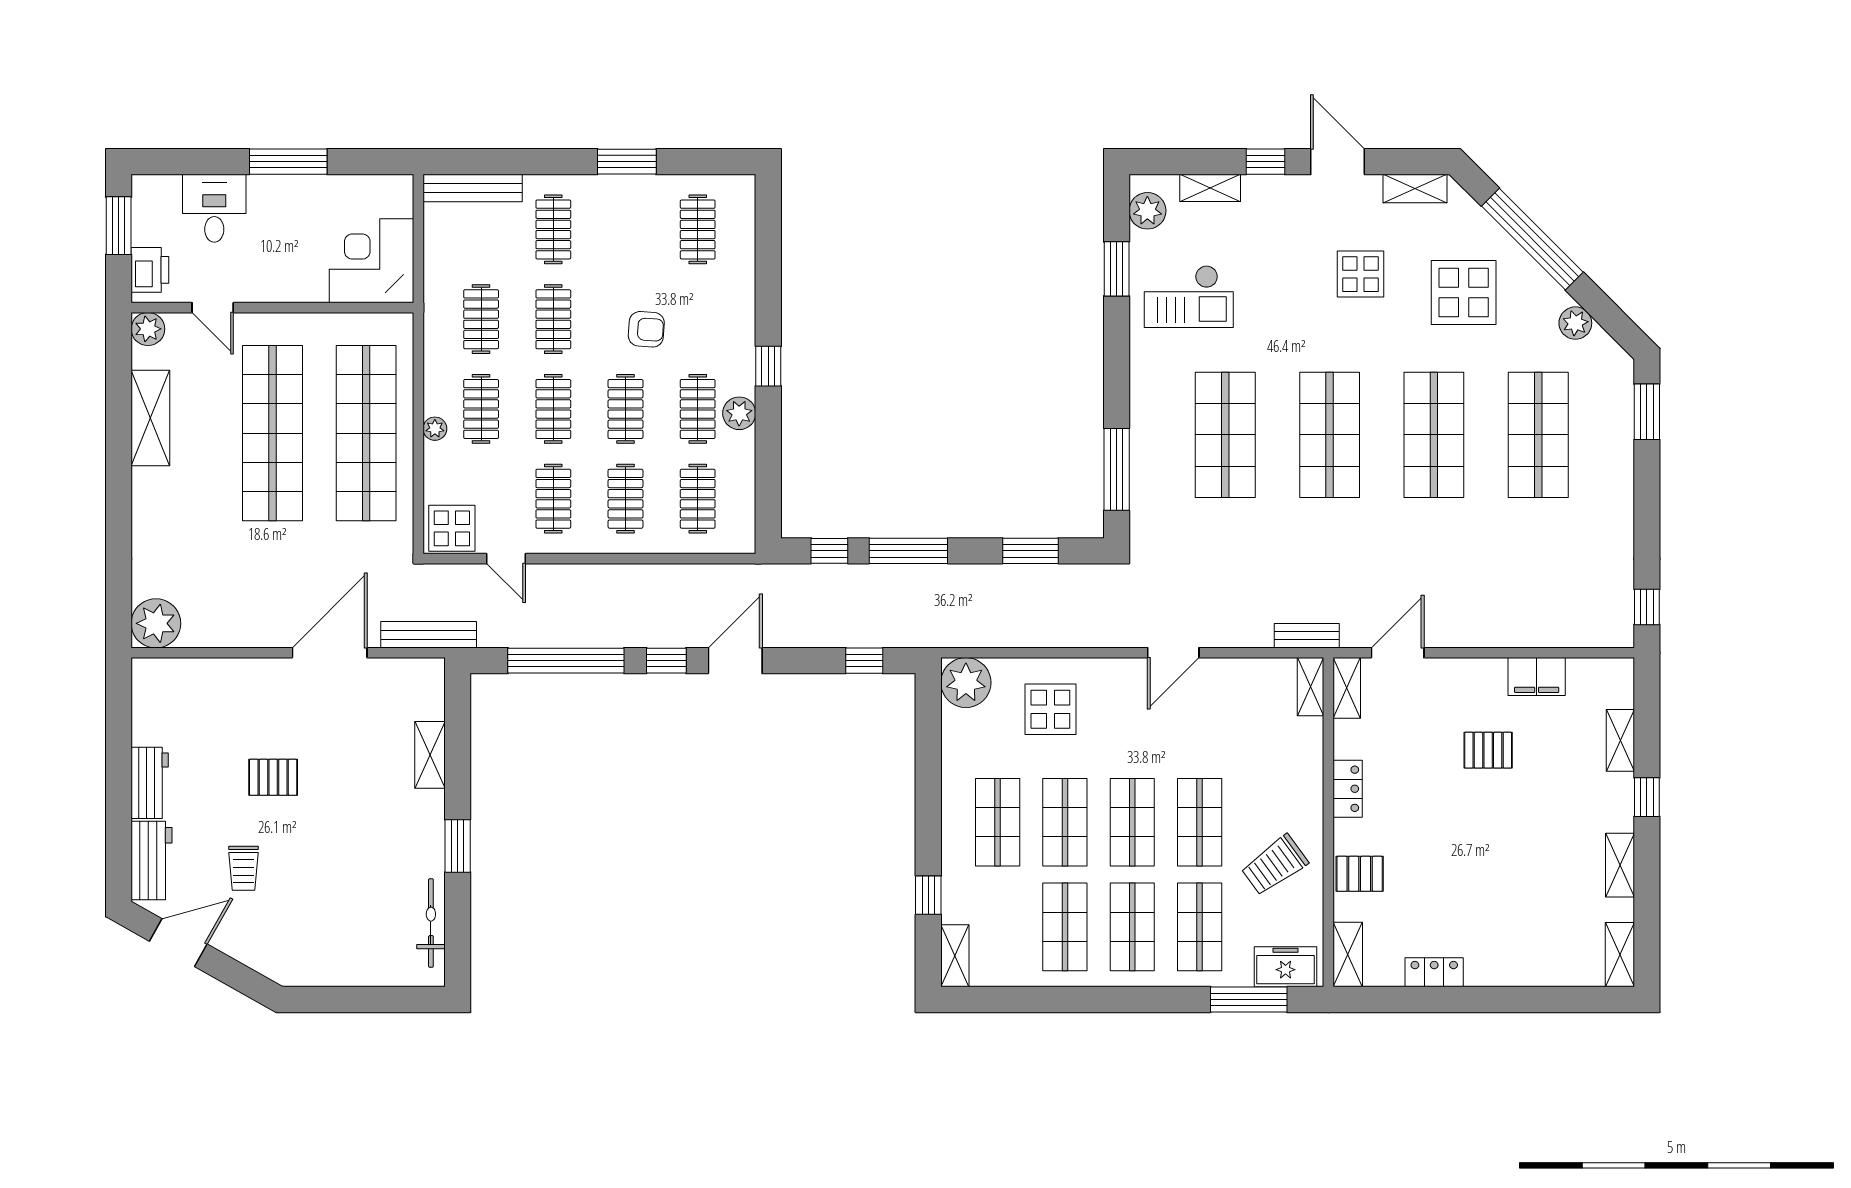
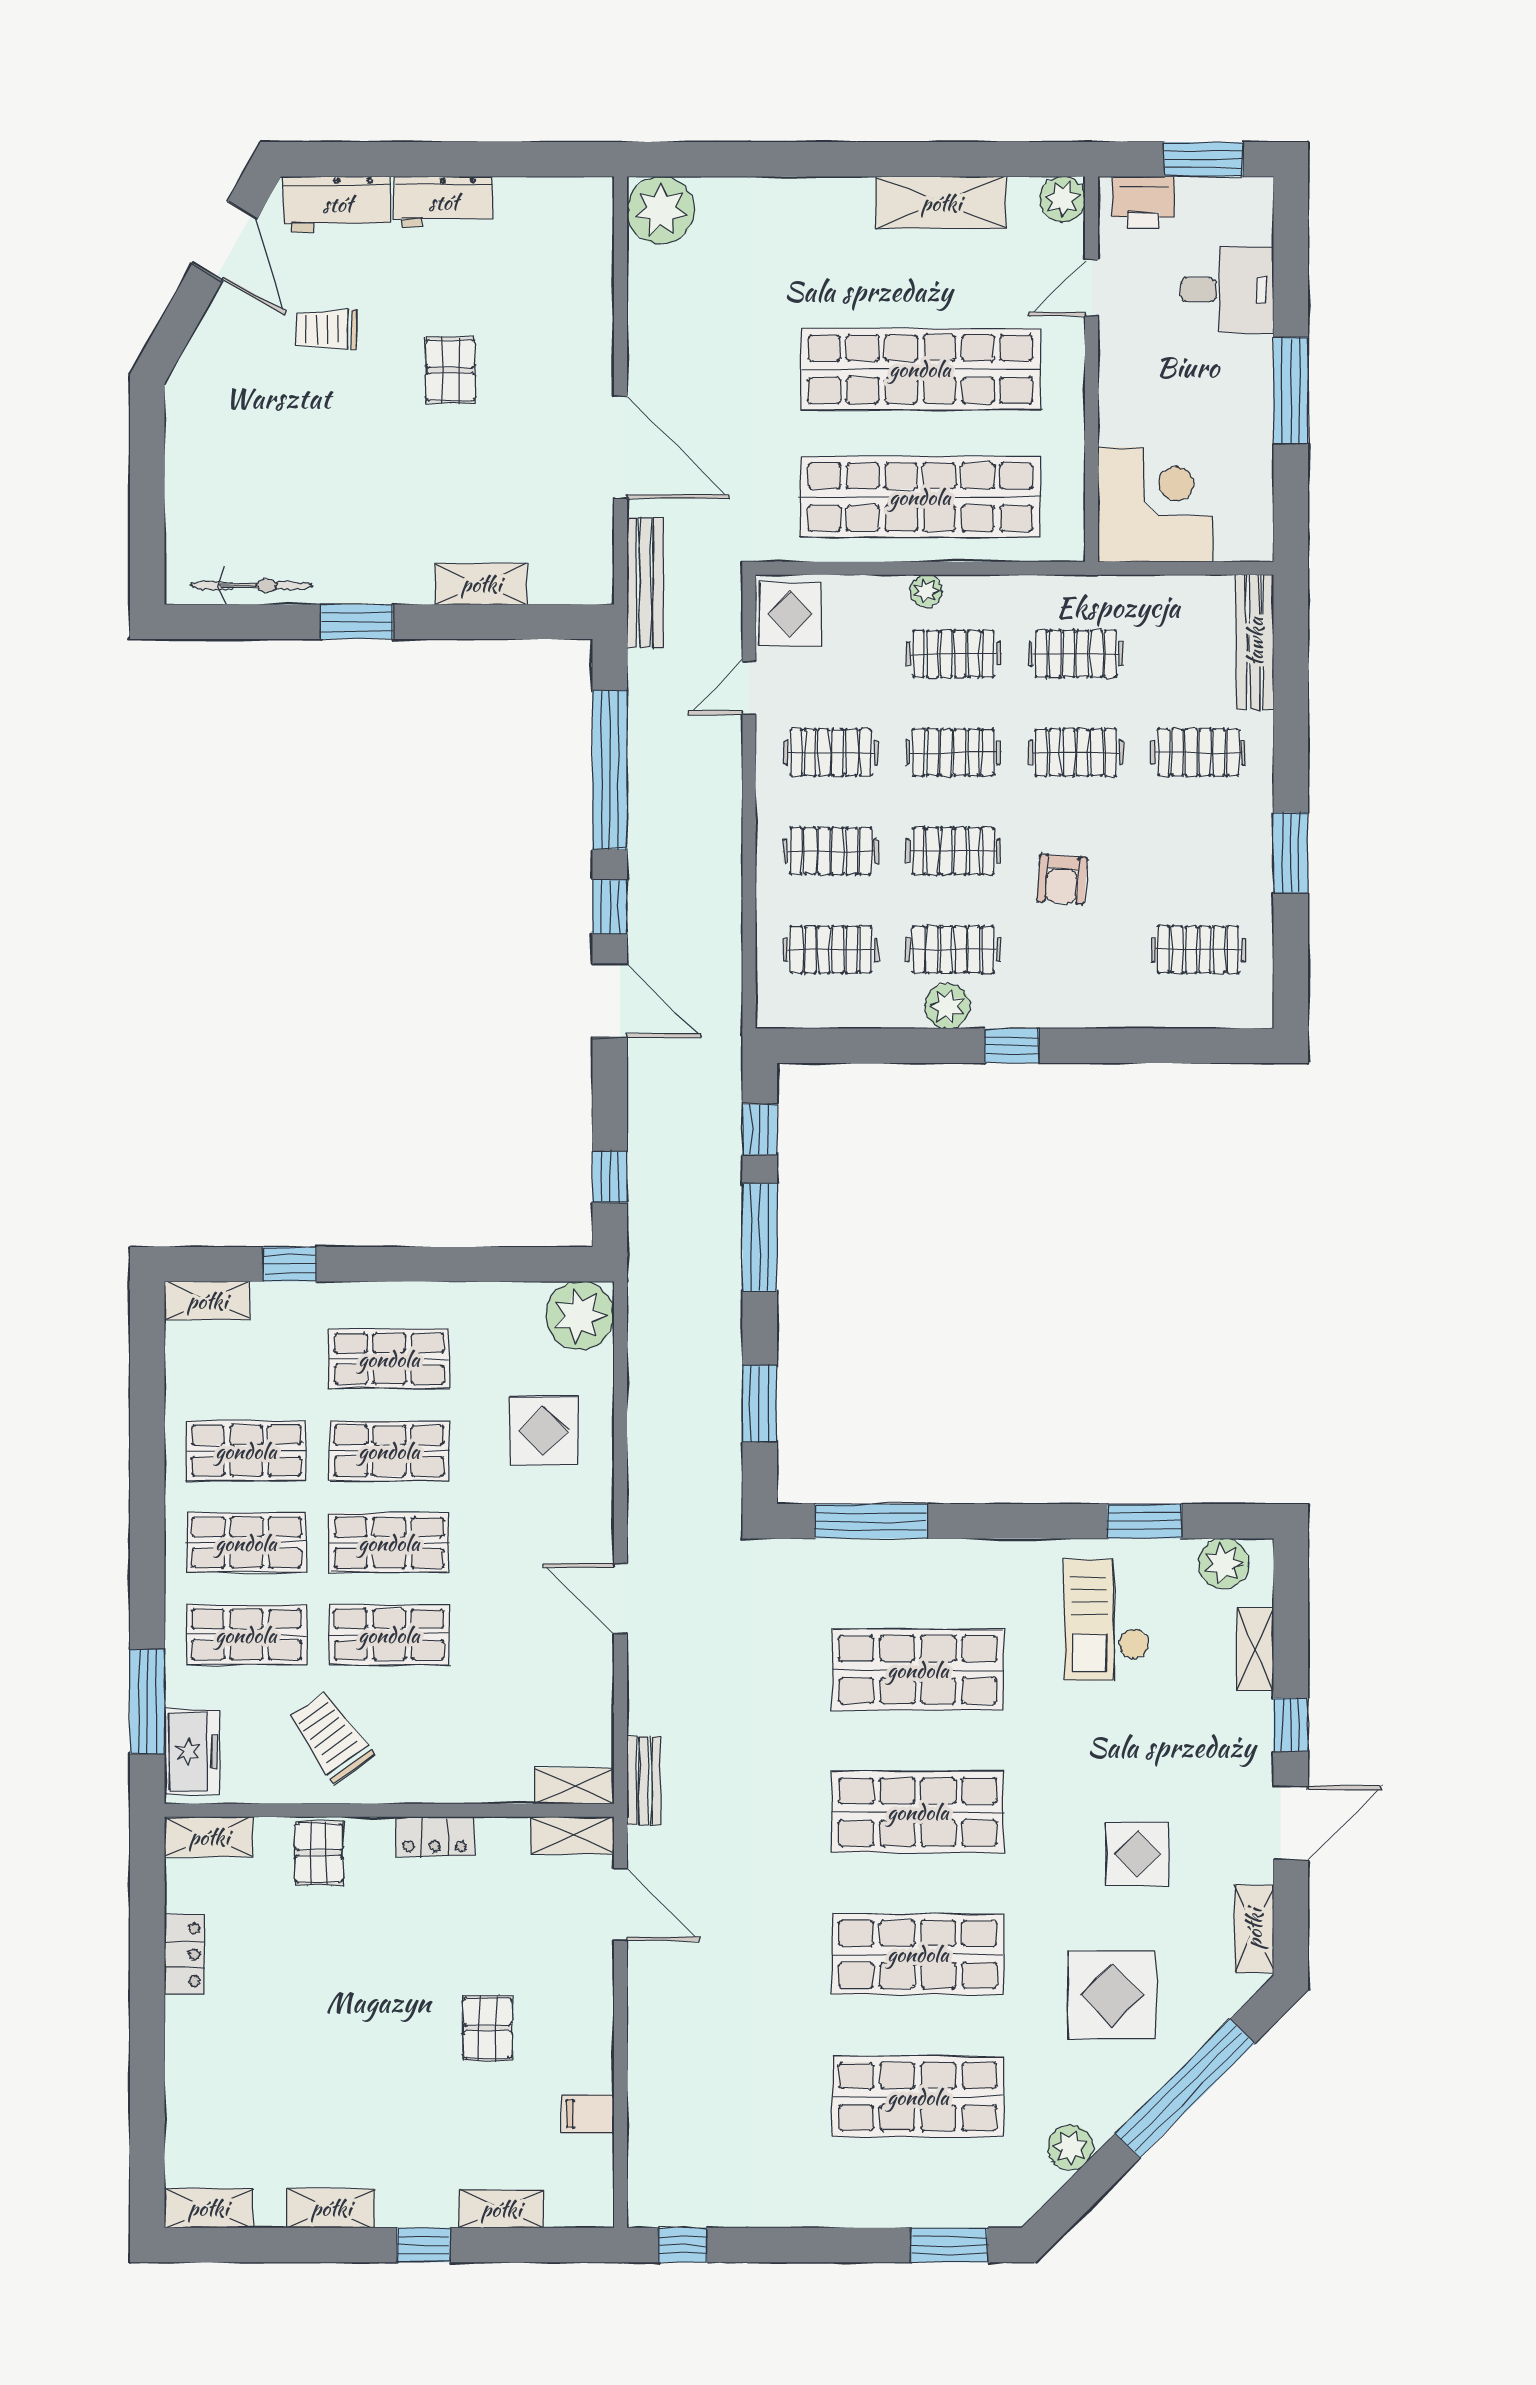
filing cabinet: (1537, 677) -> (588, 2114), width x0.50

